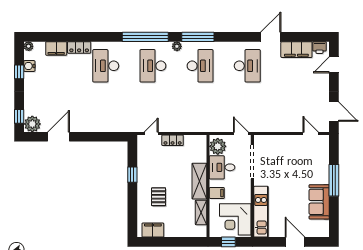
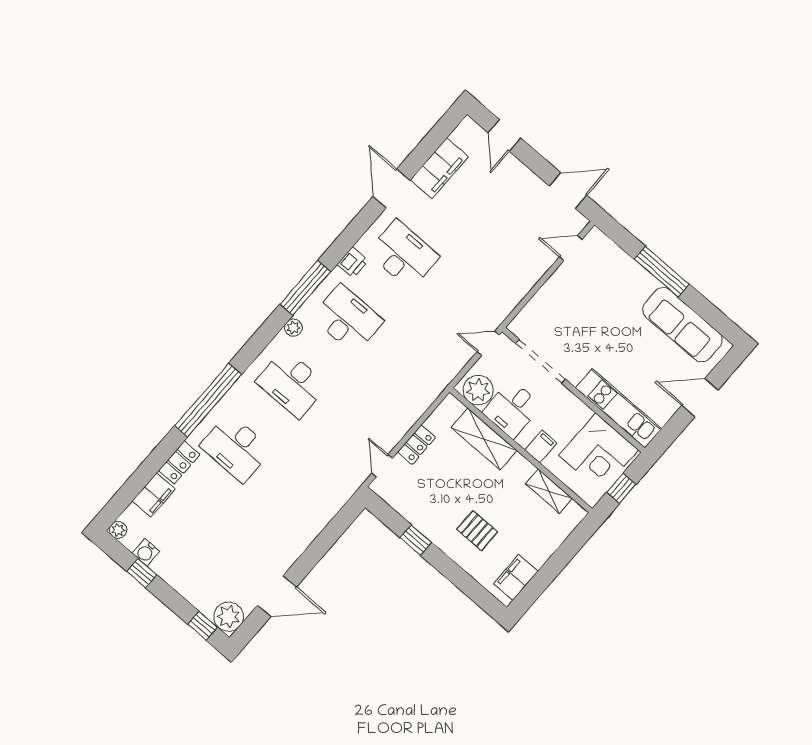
window: (145, 37) -> (208, 400), moved
printer: (319, 48) -> (353, 262), moved
door: (58, 137) -> (277, 596), swing flipped
shelving: (199, 181) -> (484, 439), moved
sofa: (319, 202) -> (682, 325), width x1.36

